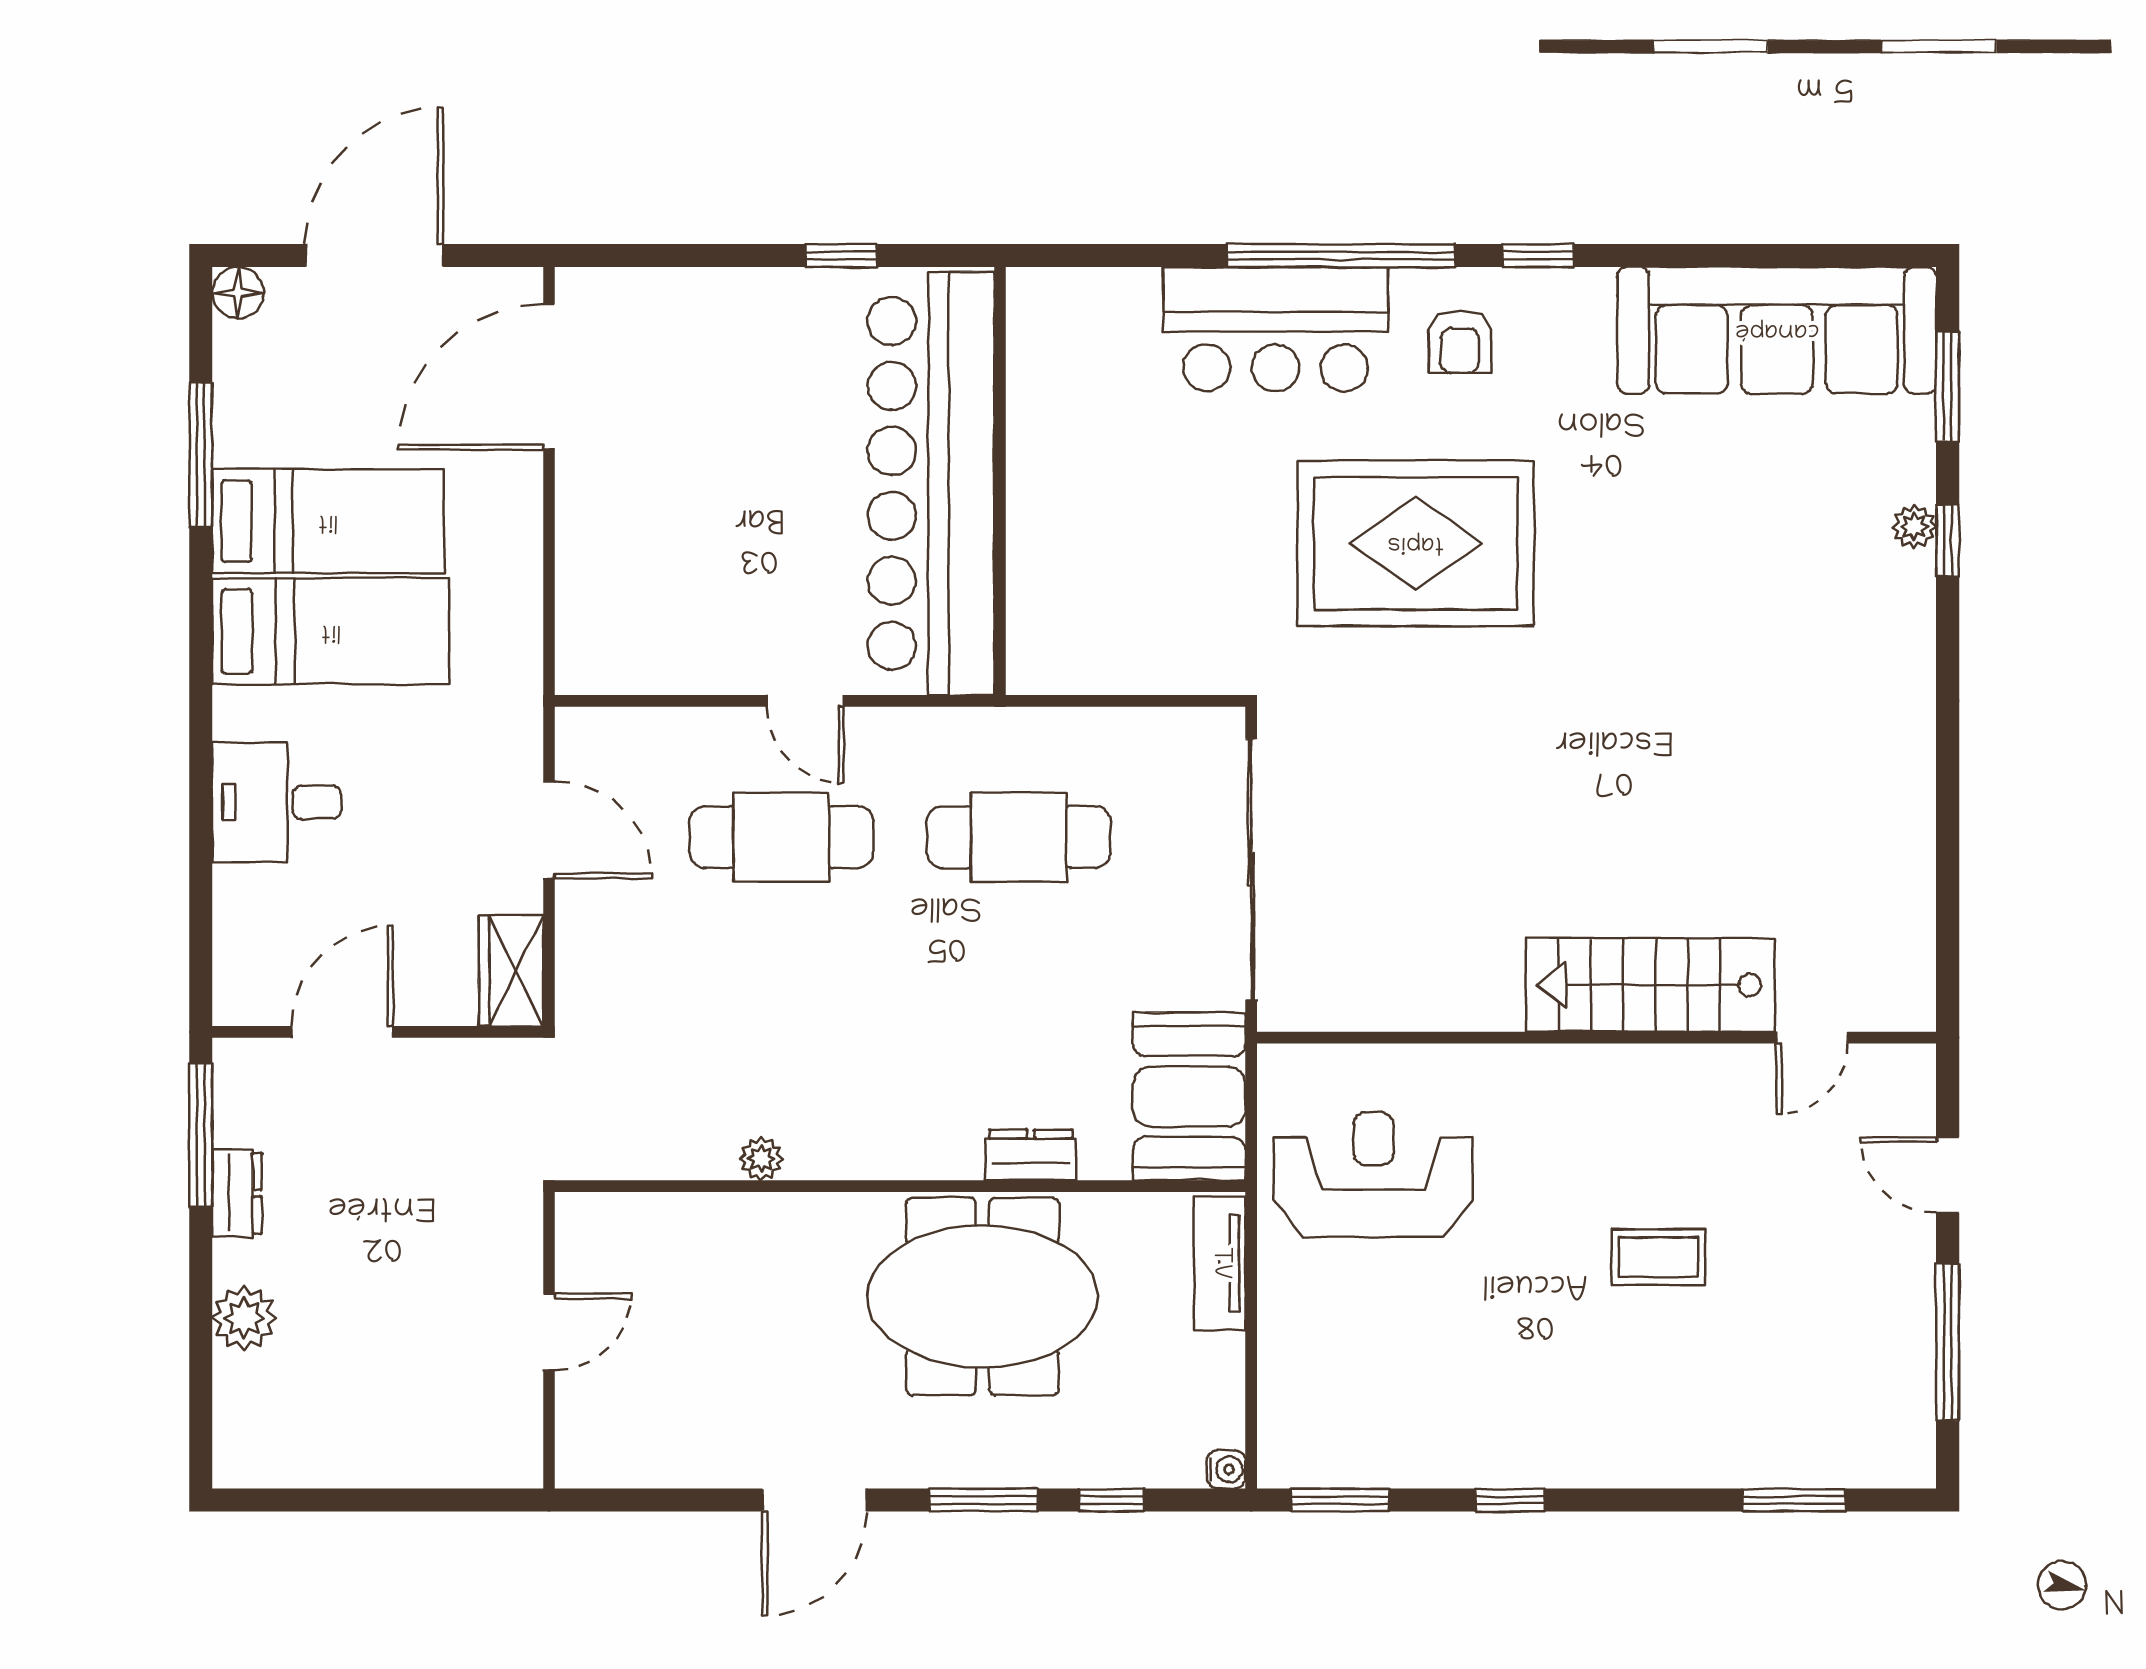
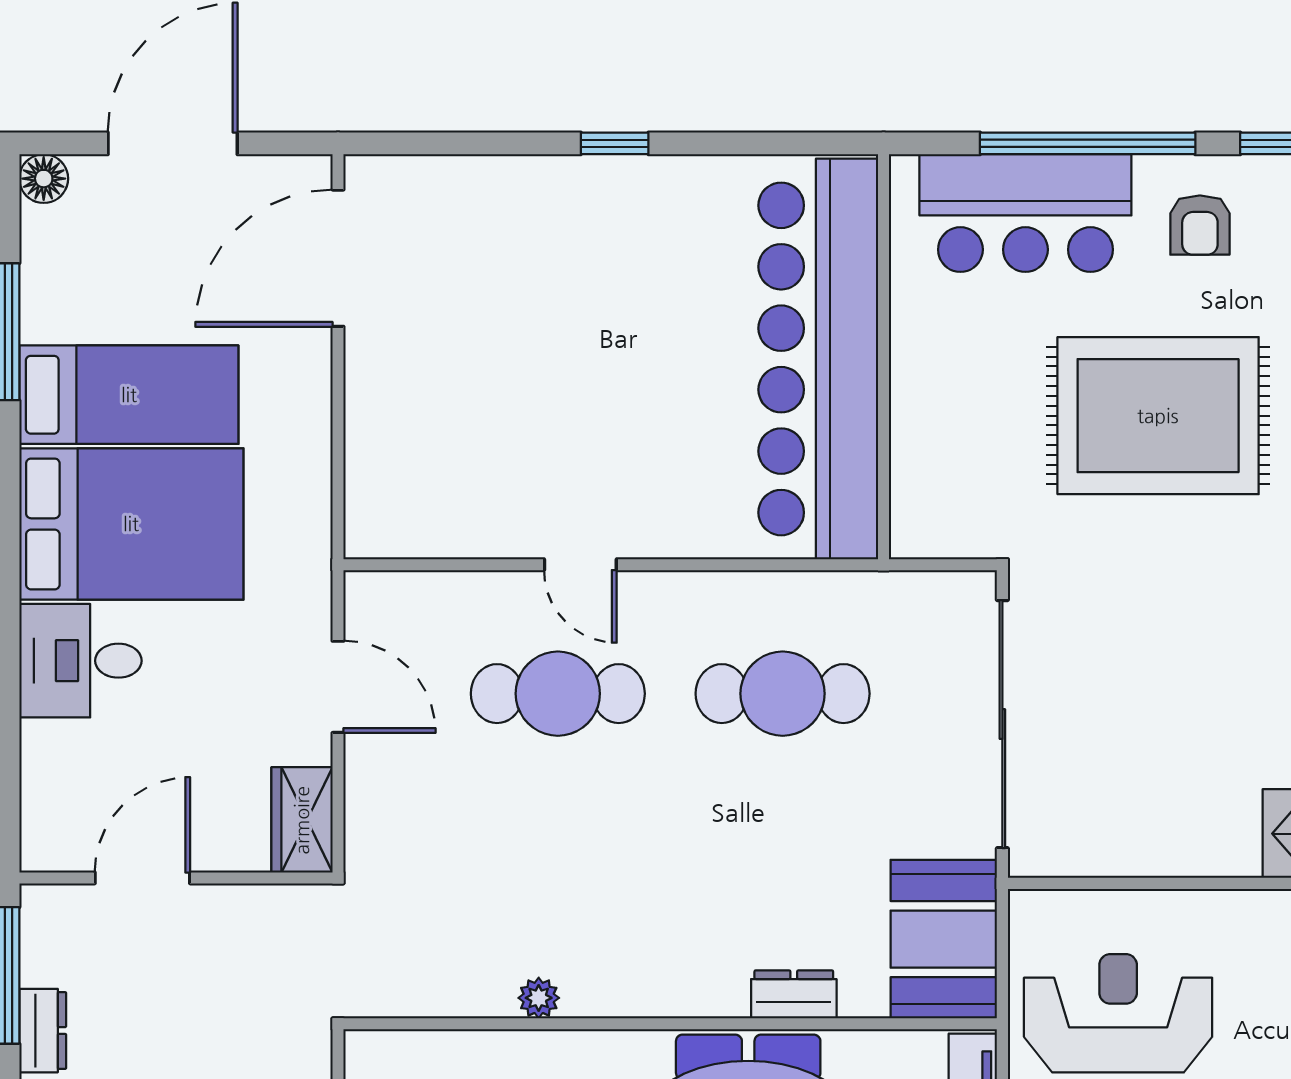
wall: (1000, 481) -> (884, 357), moved
bar counter: (931, 483) -> (818, 359), moved
bed: (331, 631) -> (131, 524), width x1.50

